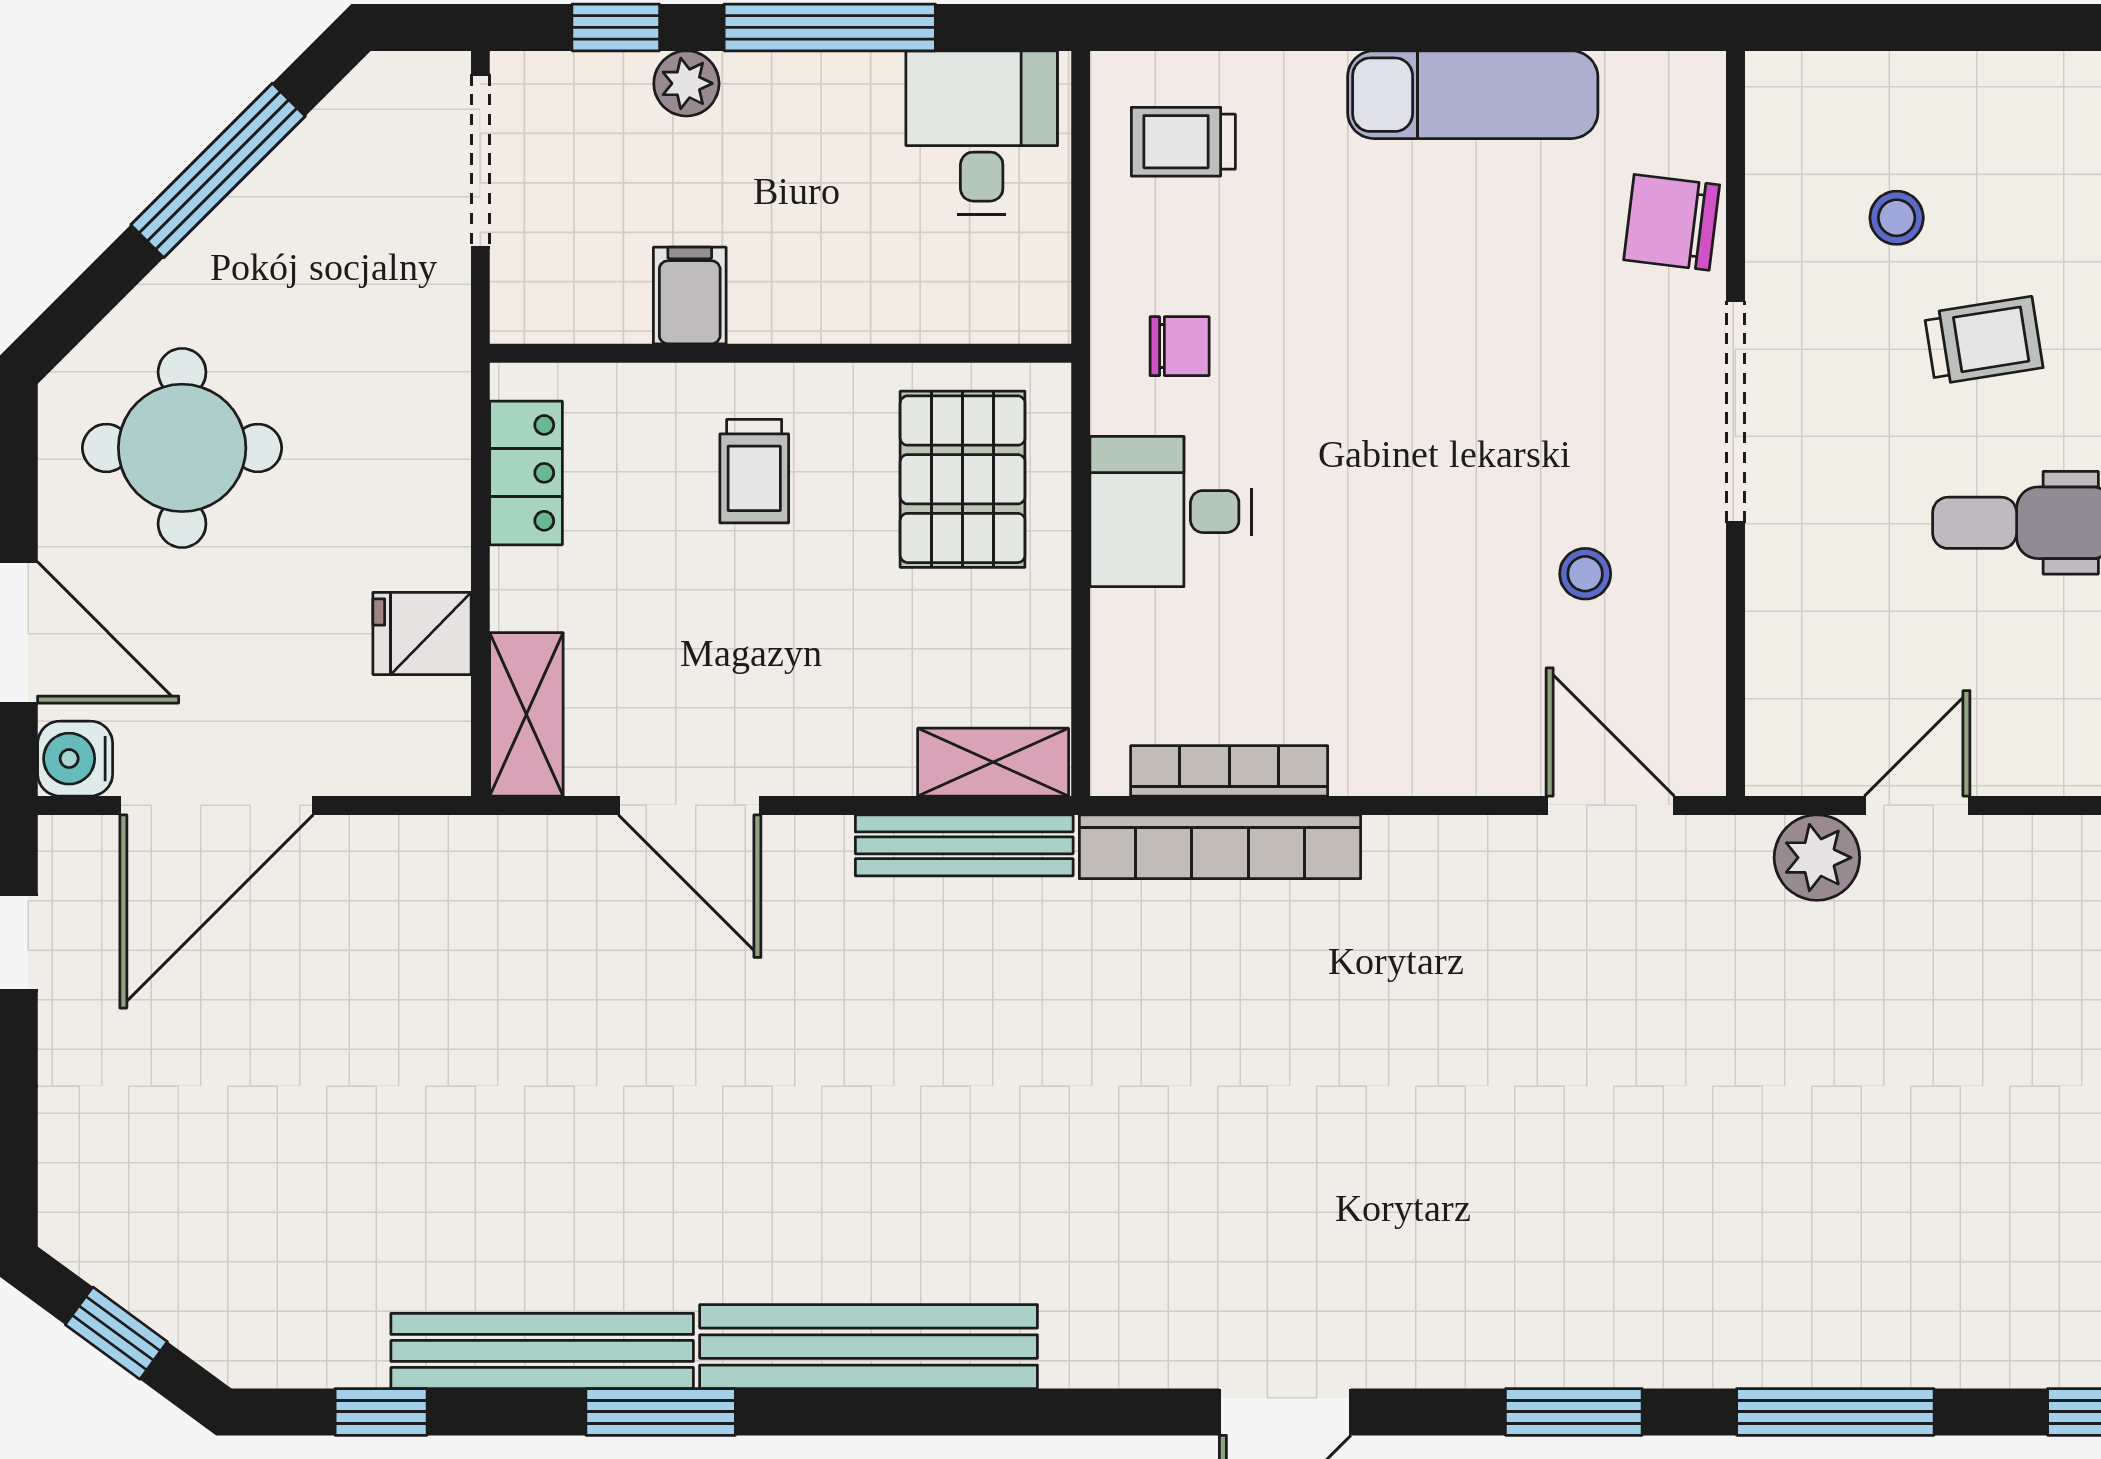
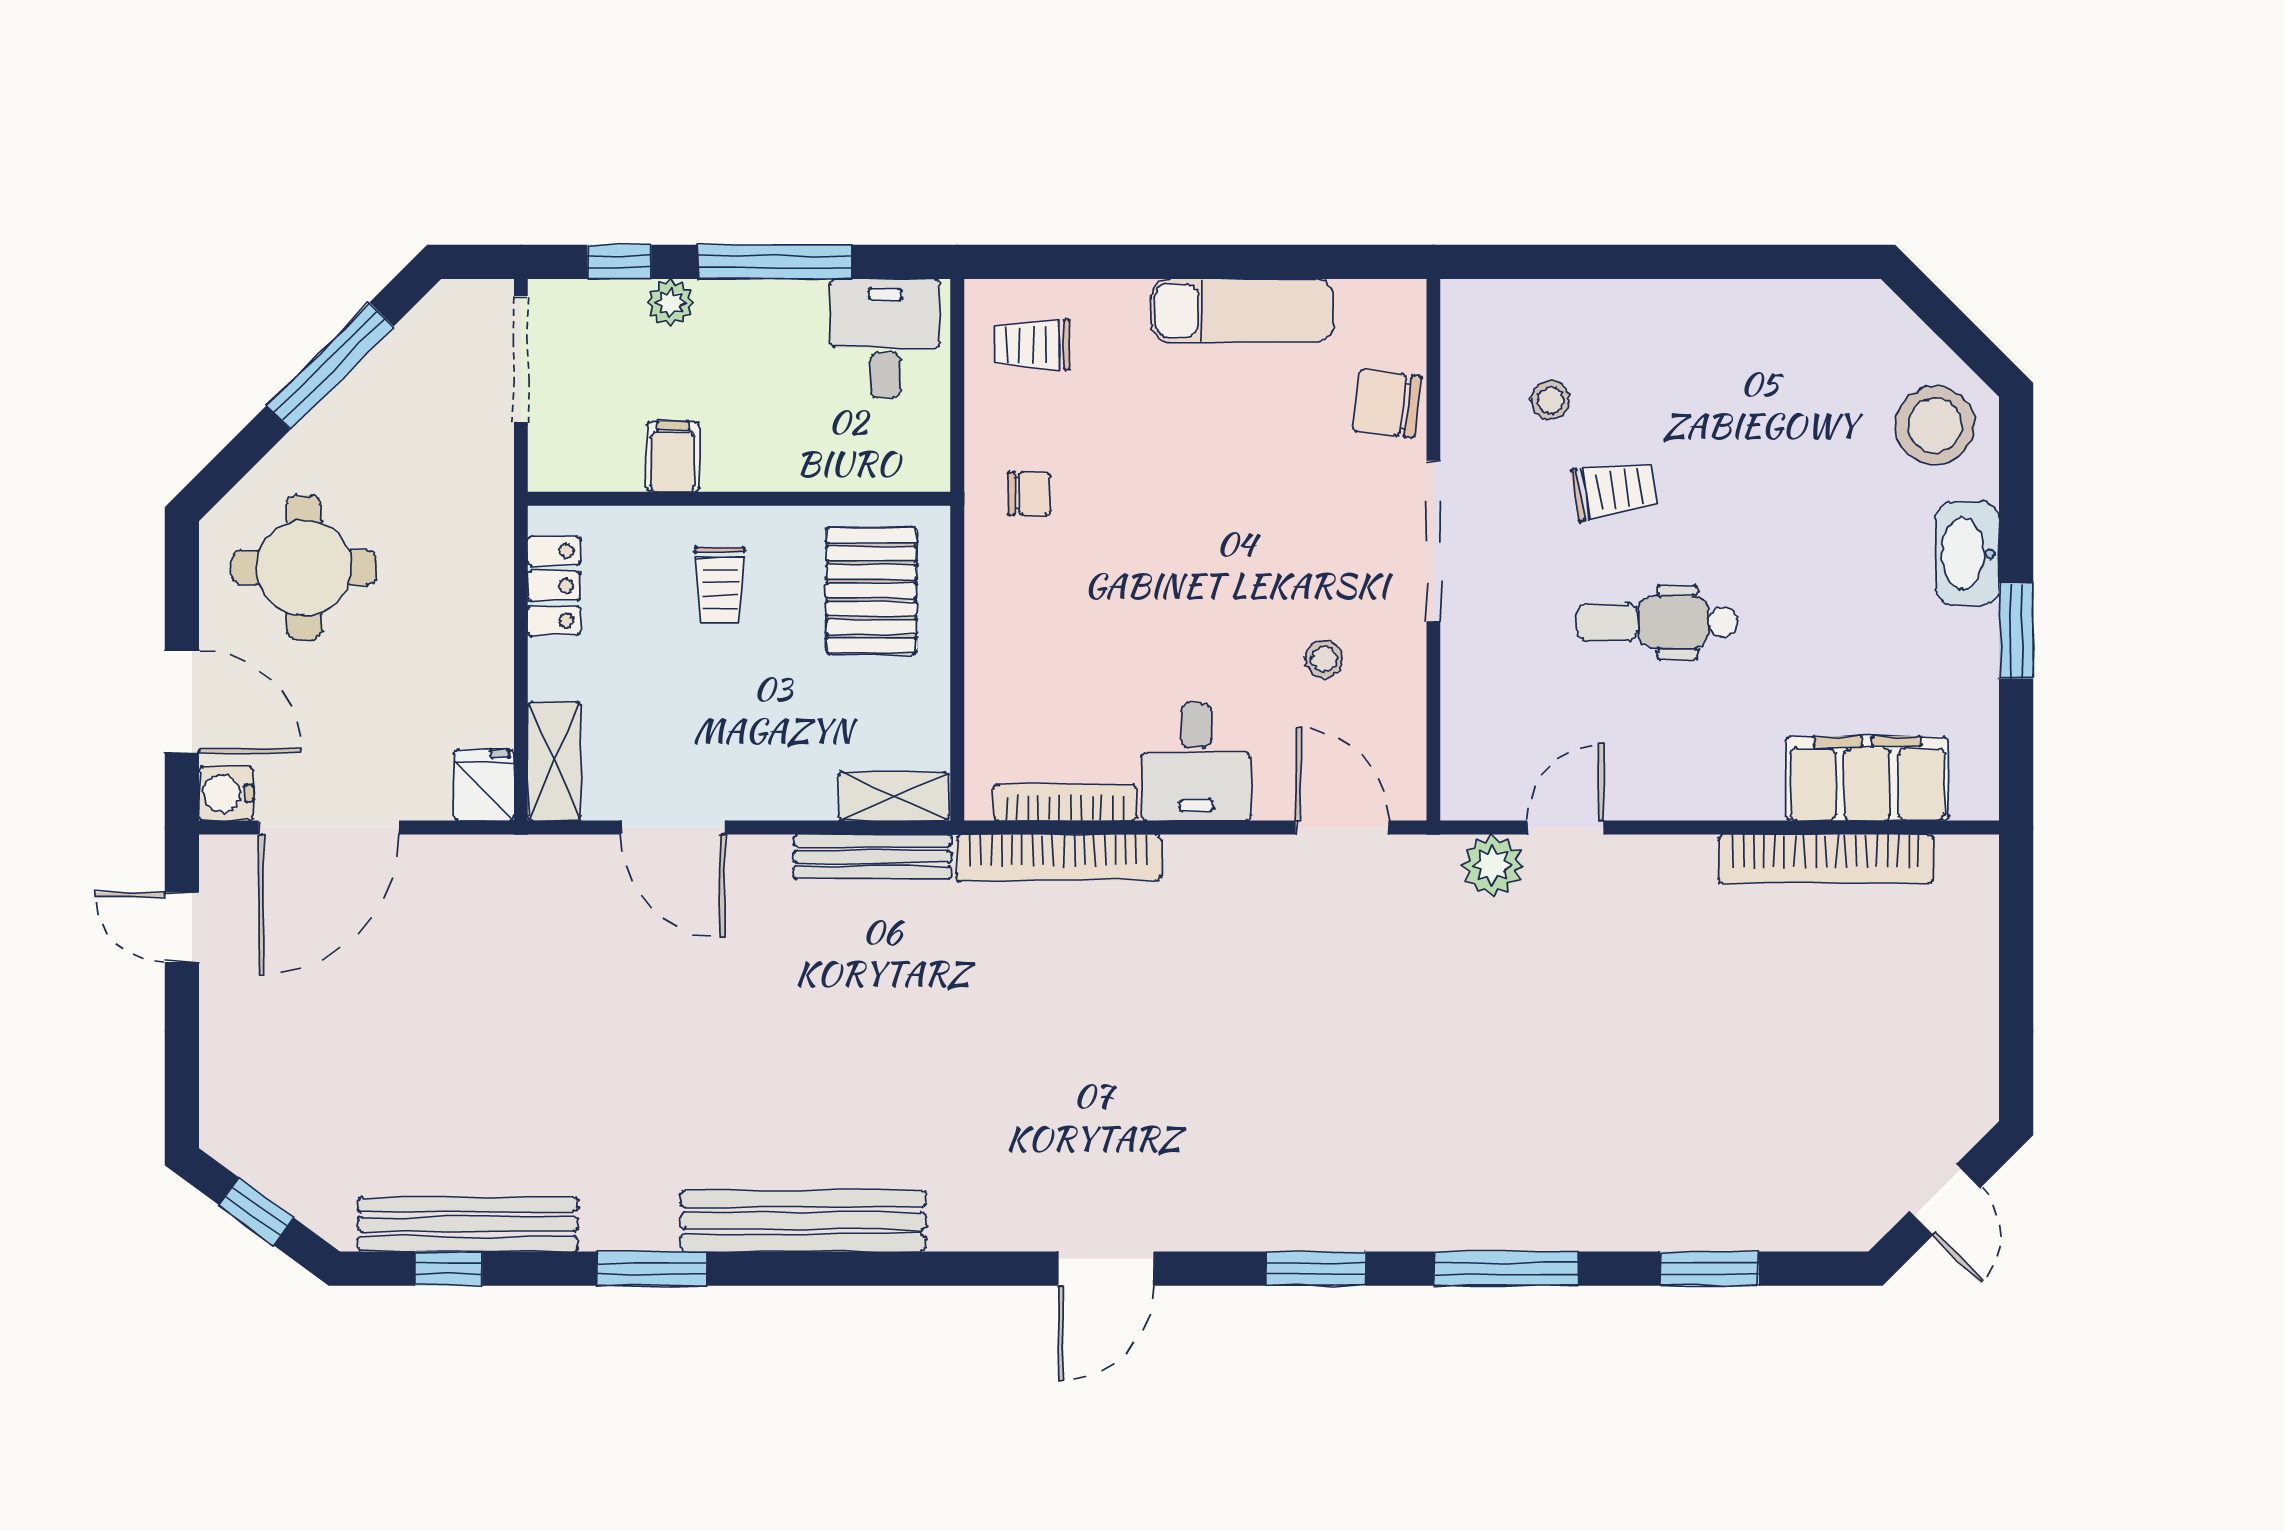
desk: (1171, 512) -> (1196, 762), moved, turned -90
fridge: (422, 633) -> (484, 785), moved, turned 90
bench: (542, 1351) -> (468, 1224), moved

